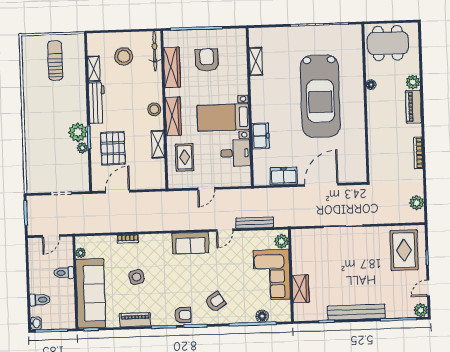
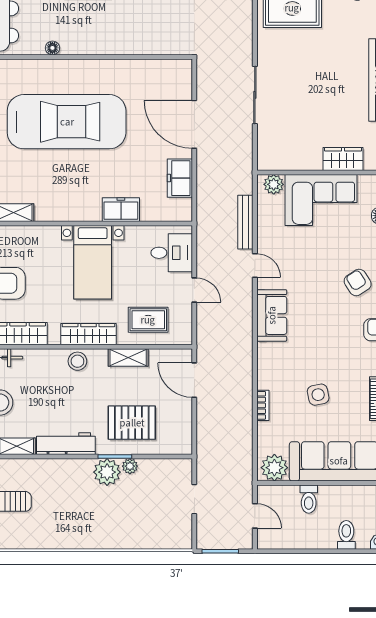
desk: (236, 153) -> (172, 253), moved, turned 90
door: (118, 192) -> (194, 380), moved
plant: (81, 253) -> (274, 468), width x1.88, depth x1.88

